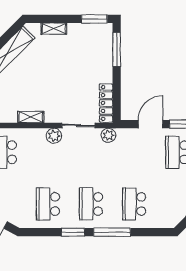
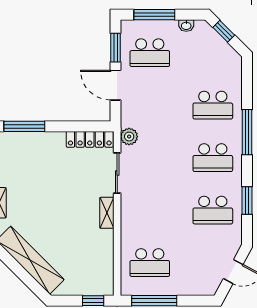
shelving: (31, 117) -> (107, 213), moved
plant: (54, 136) -> (130, 203), removed
window: (73, 232) -> (247, 201), moved

